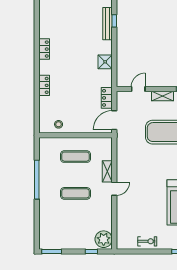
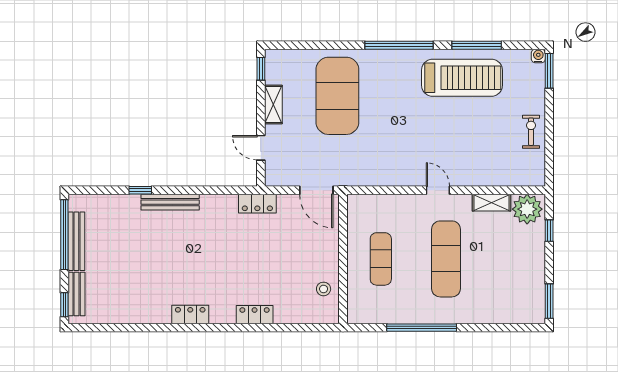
bench: (108, 24) -> (170, 202), moved
shower: (105, 62) -> (213, 206), removed
locker: (107, 98) -> (257, 204), moved
shelving: (107, 171) -> (492, 203), moved
exercise mat: (75, 193) -> (446, 259), width x1.36, depth x1.45

